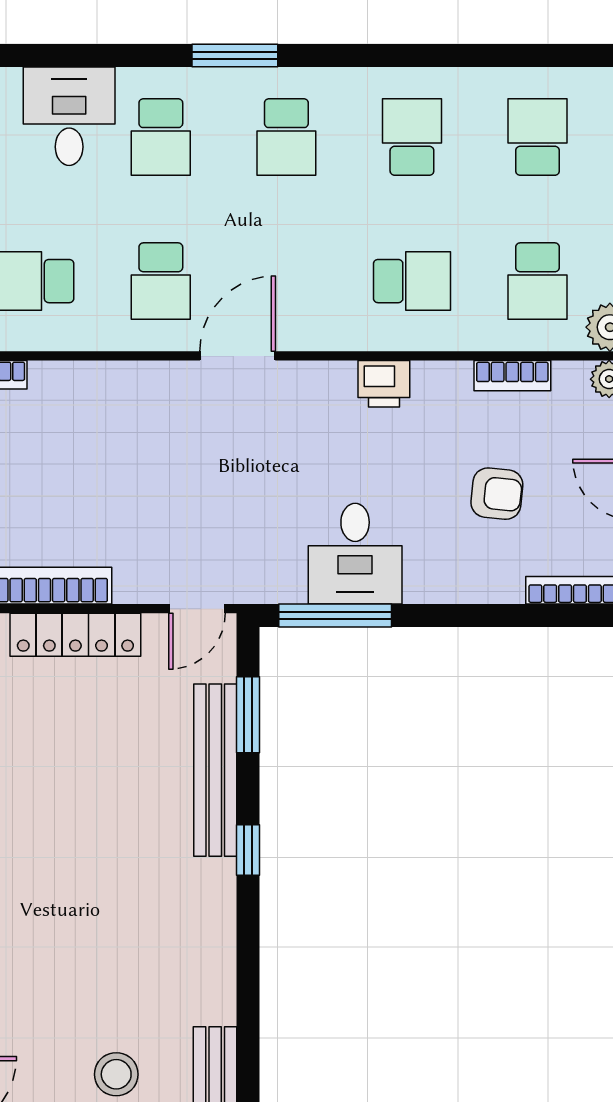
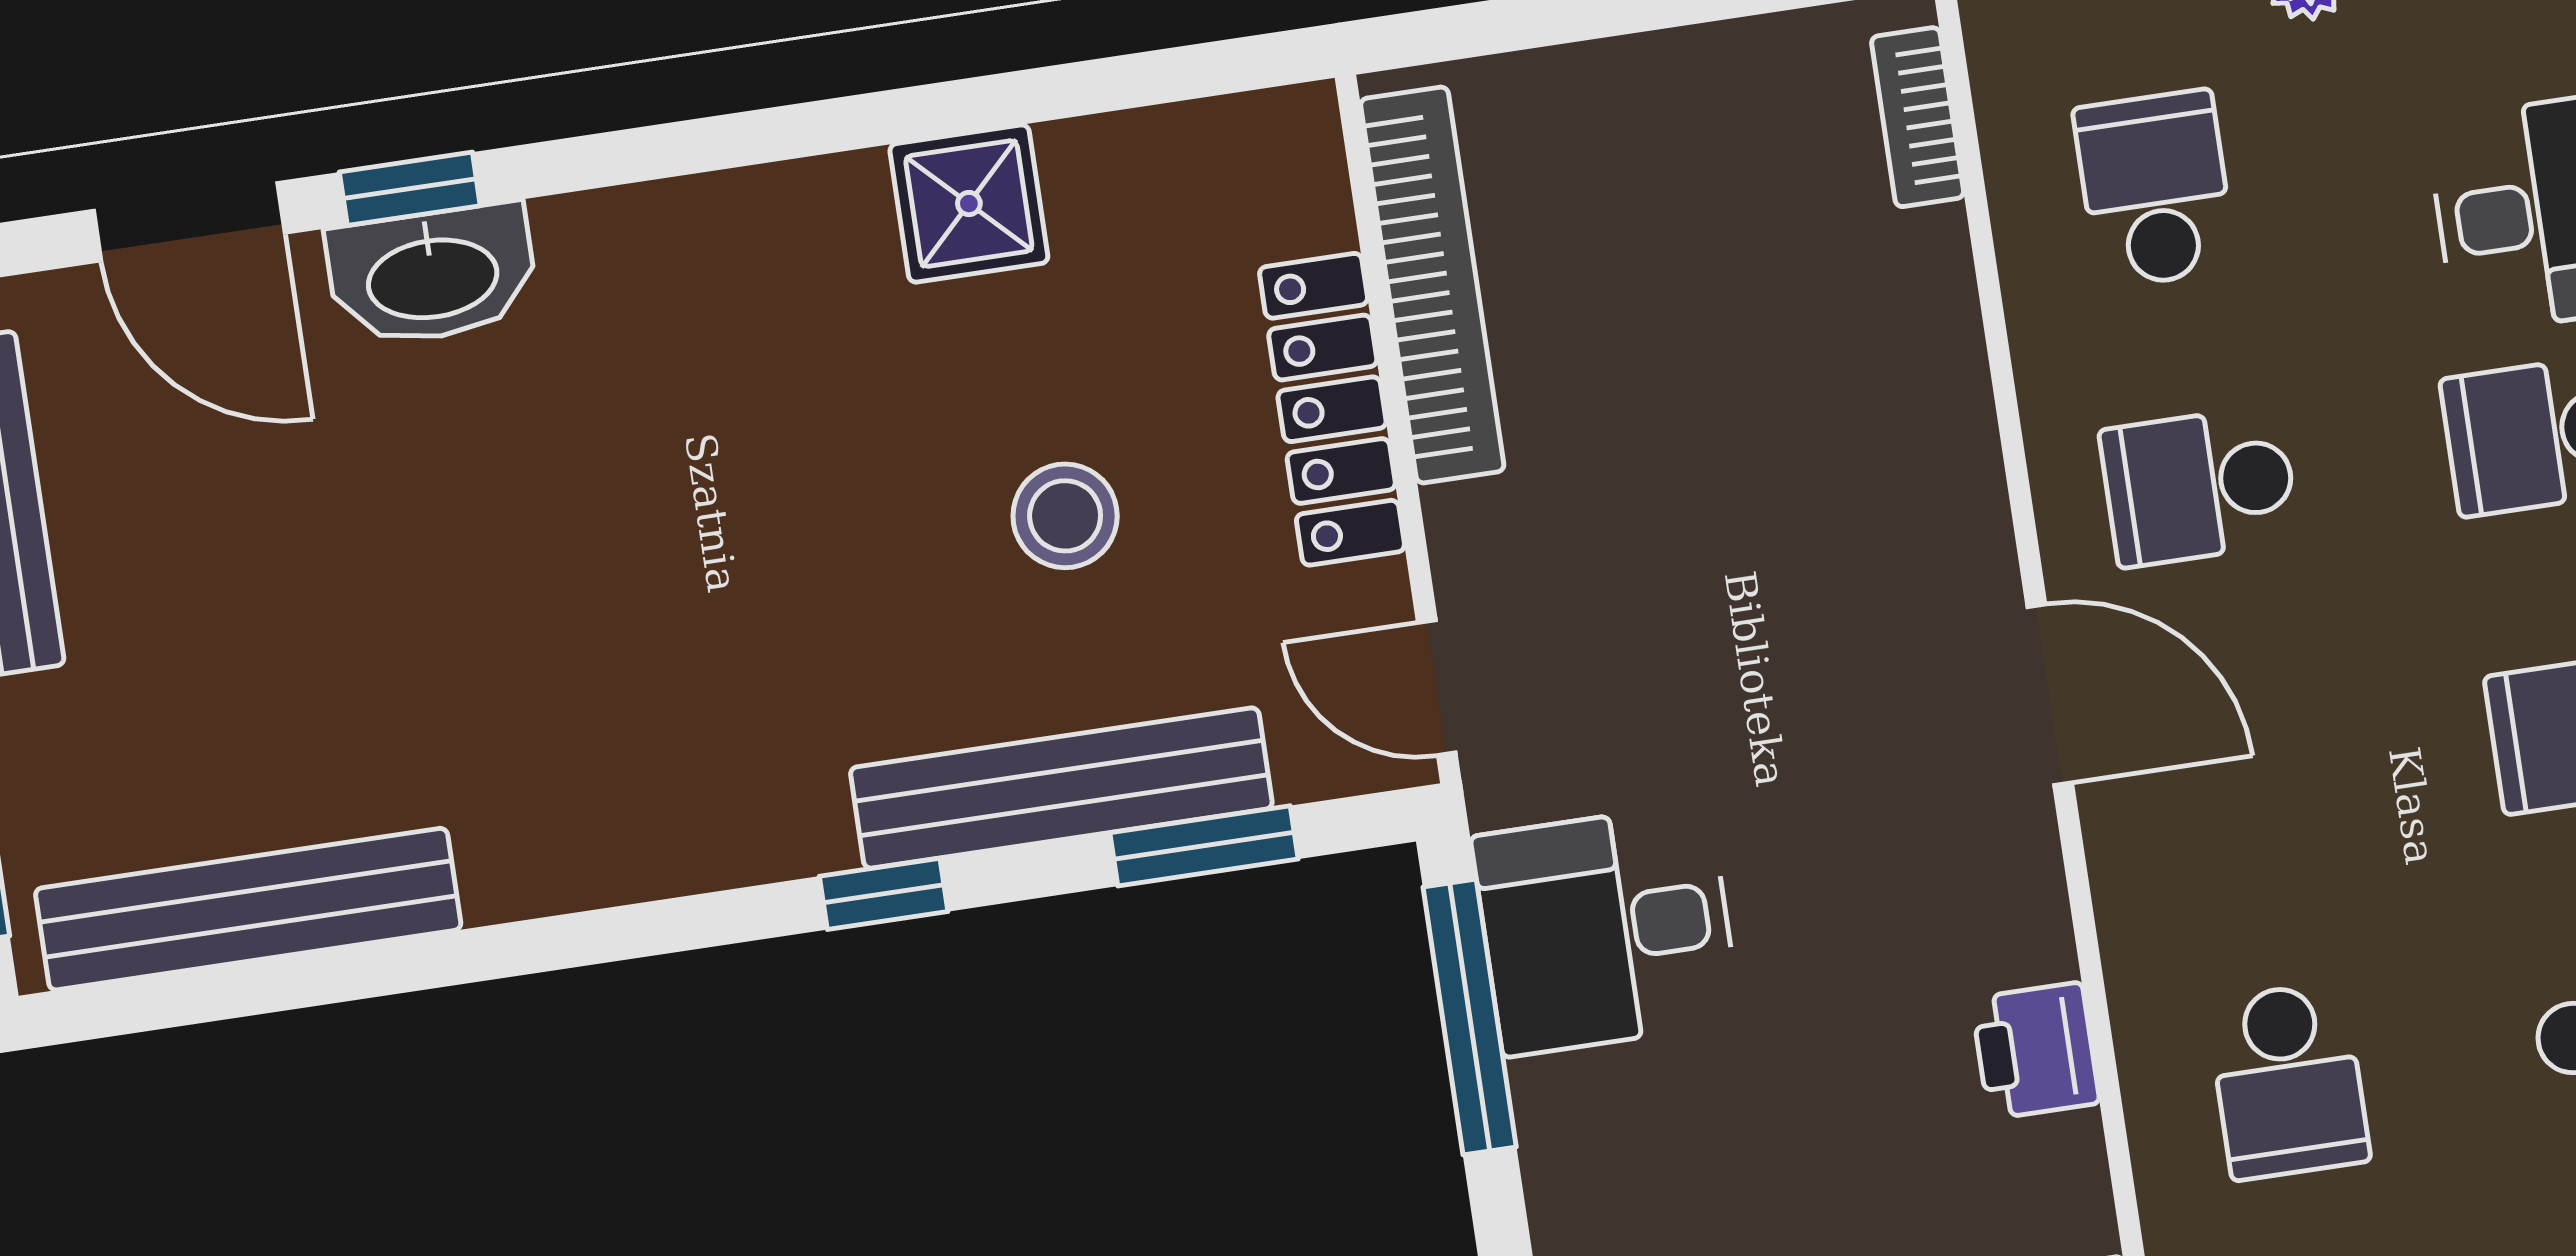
desk: (355, 554) -> (1606, 930), moved
stool: (116, 1074) -> (1065, 516), moved

